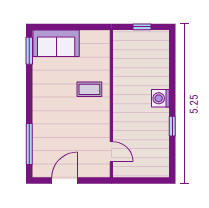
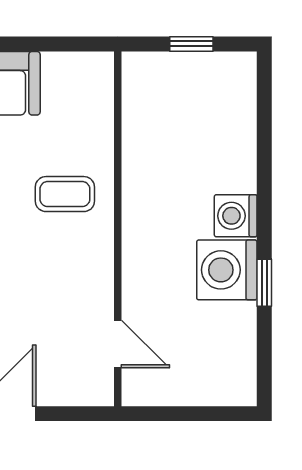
washing machine: (157, 121) -> (227, 270), added

